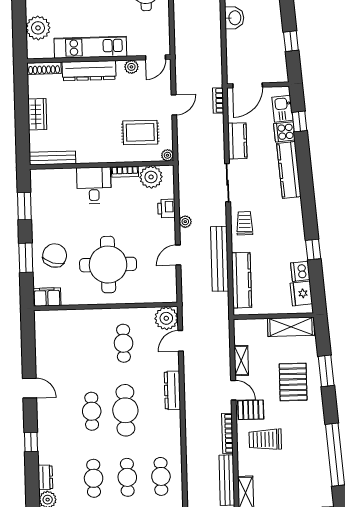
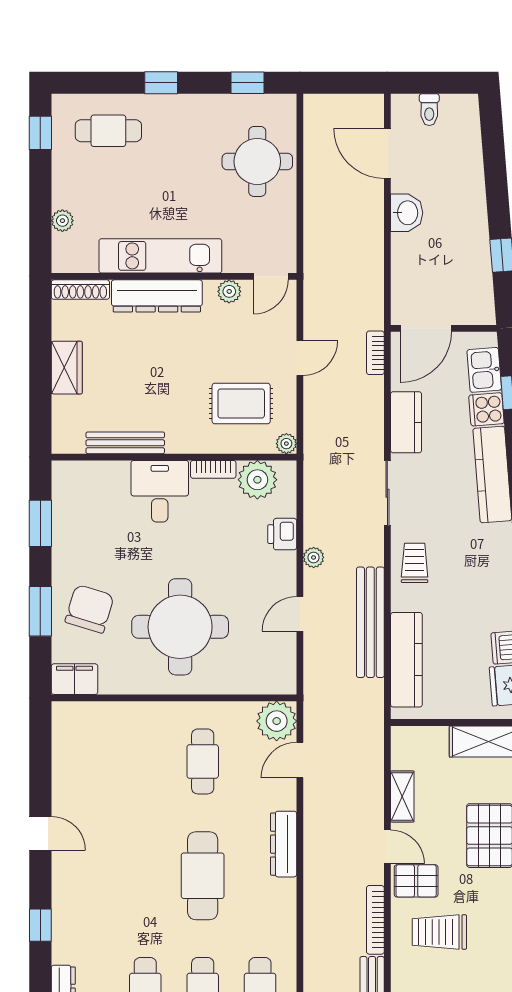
plant: (38, 28) -> (62, 221), width x0.53, depth x0.53
bench: (53, 158) -> (125, 443), moved
cafe table: (92, 411) -> (145, 876), removed

